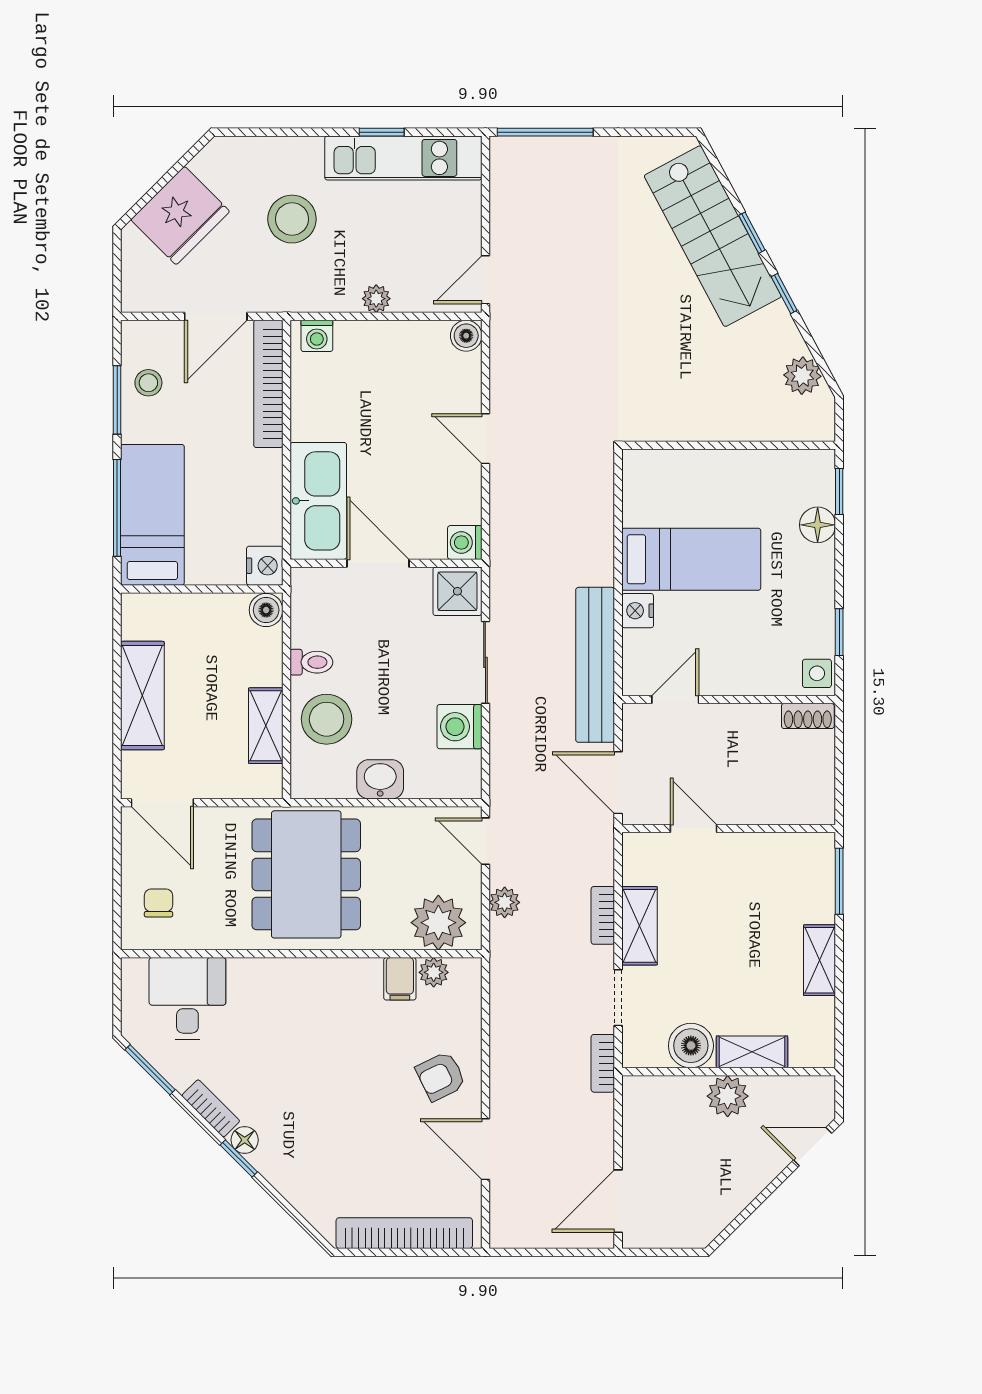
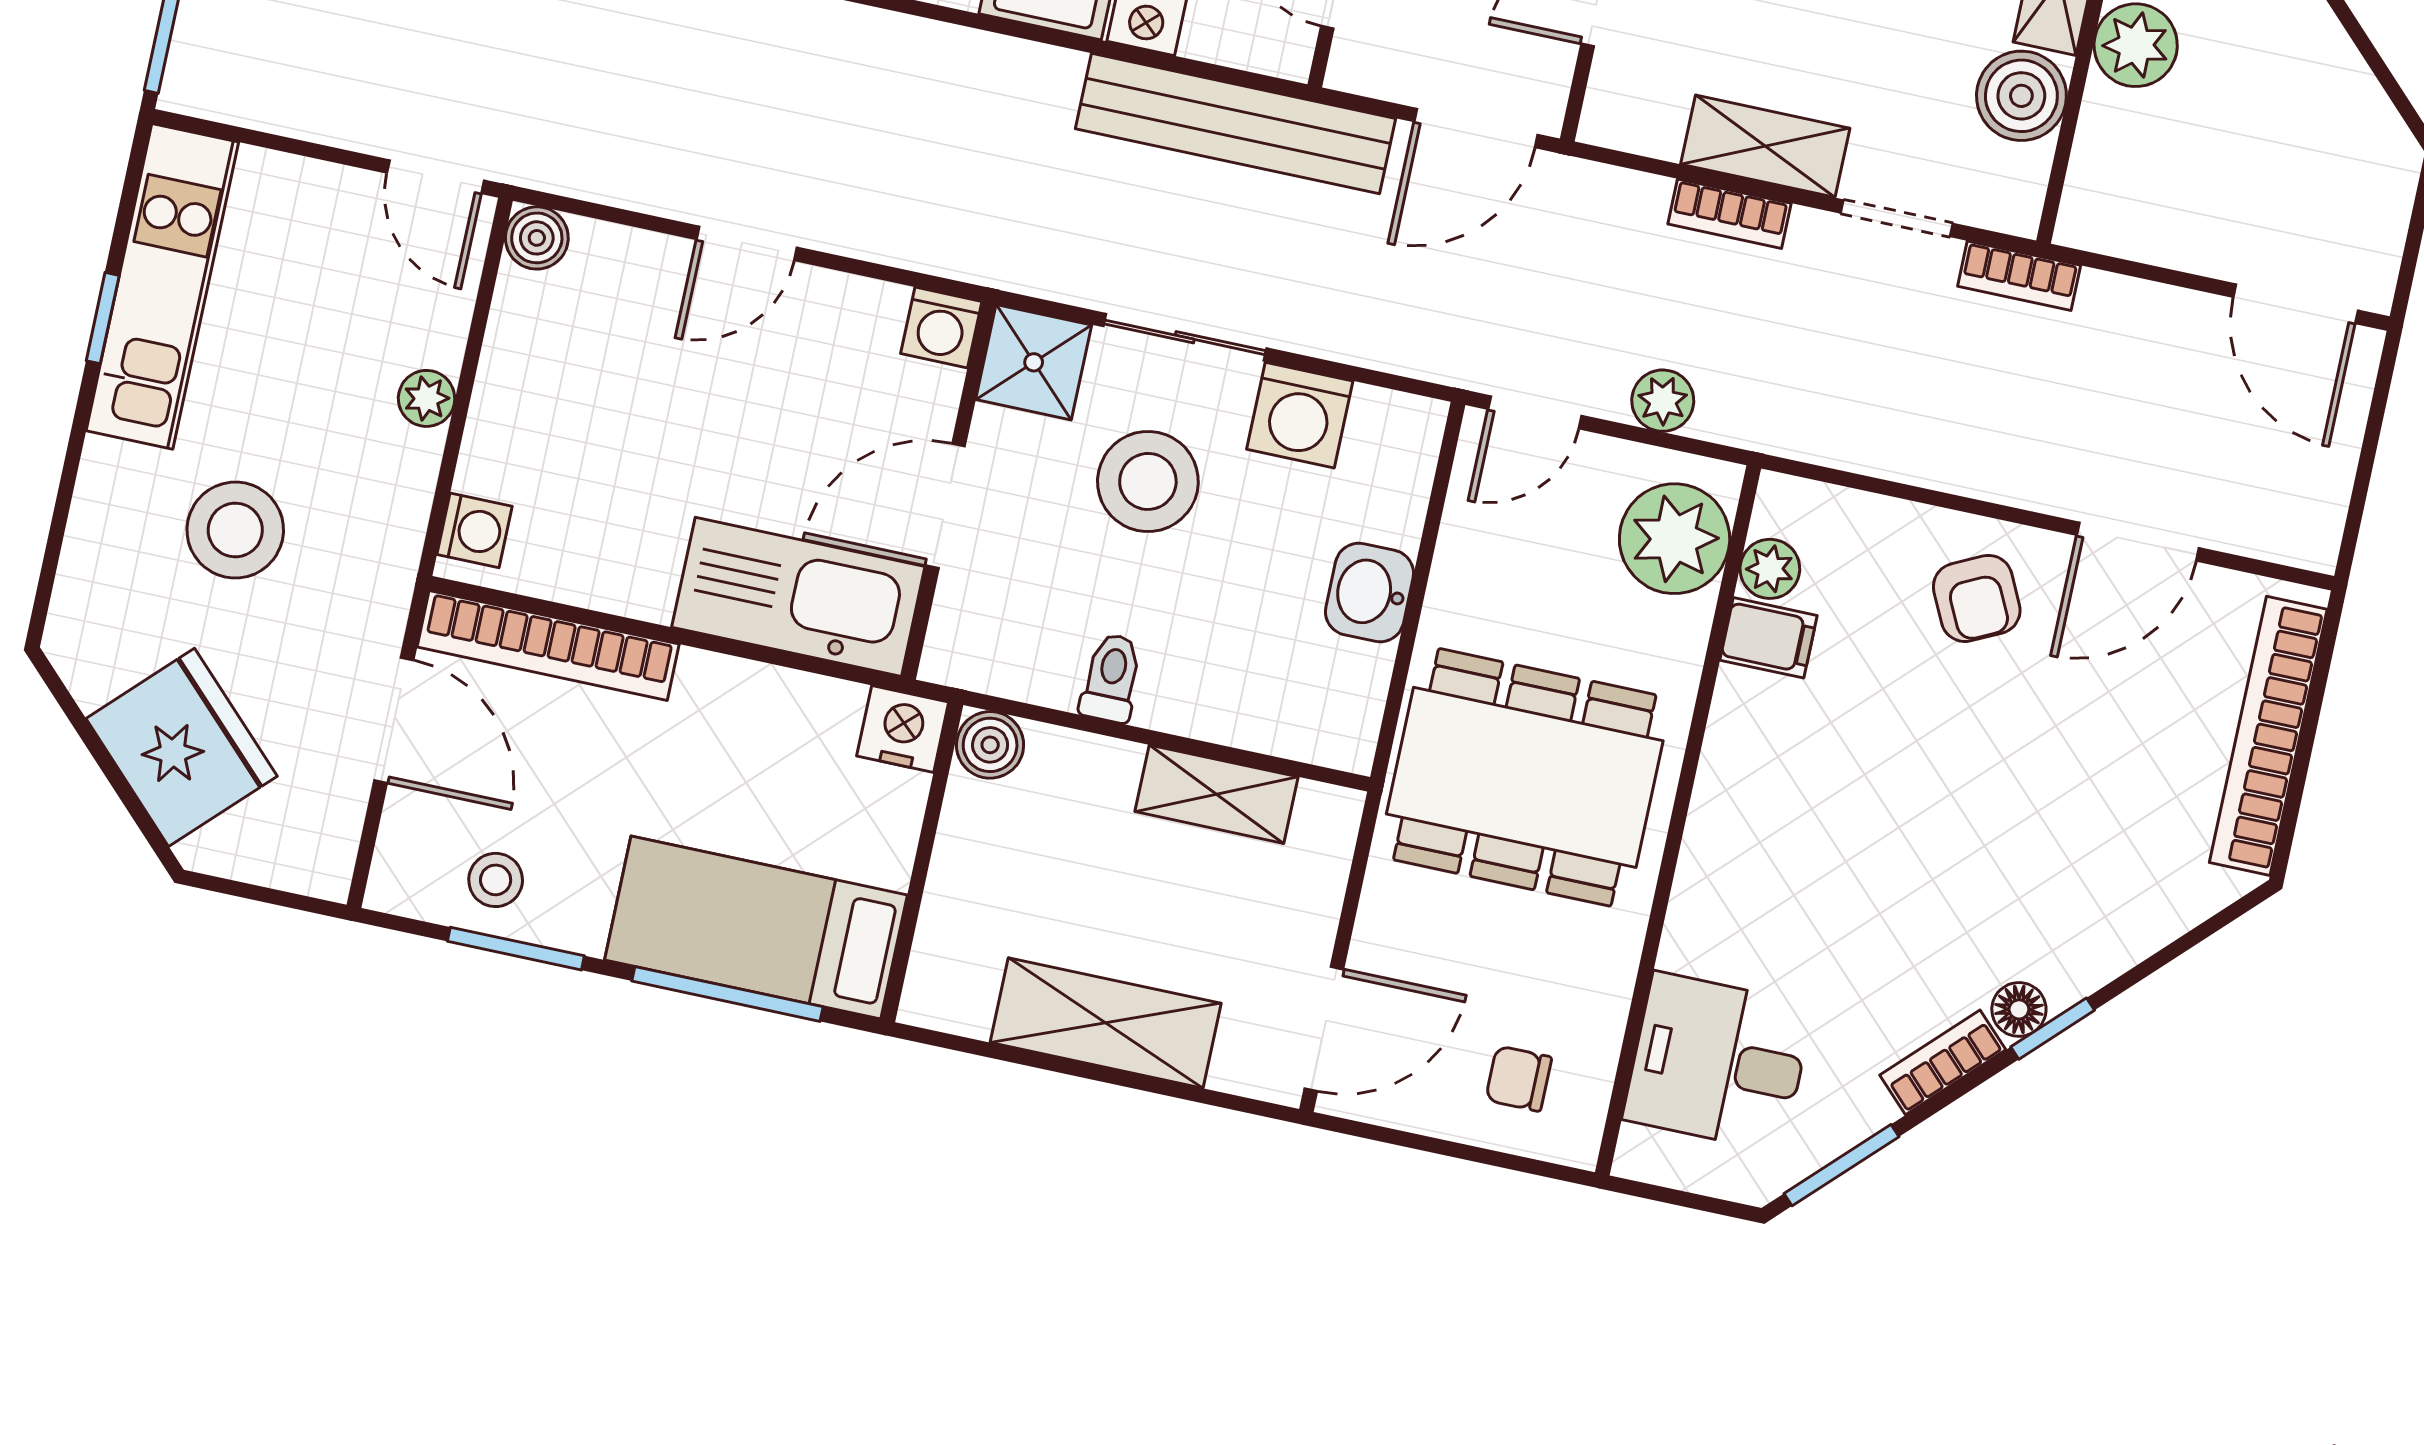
stool: (327, 719) -> (1148, 481), moved

